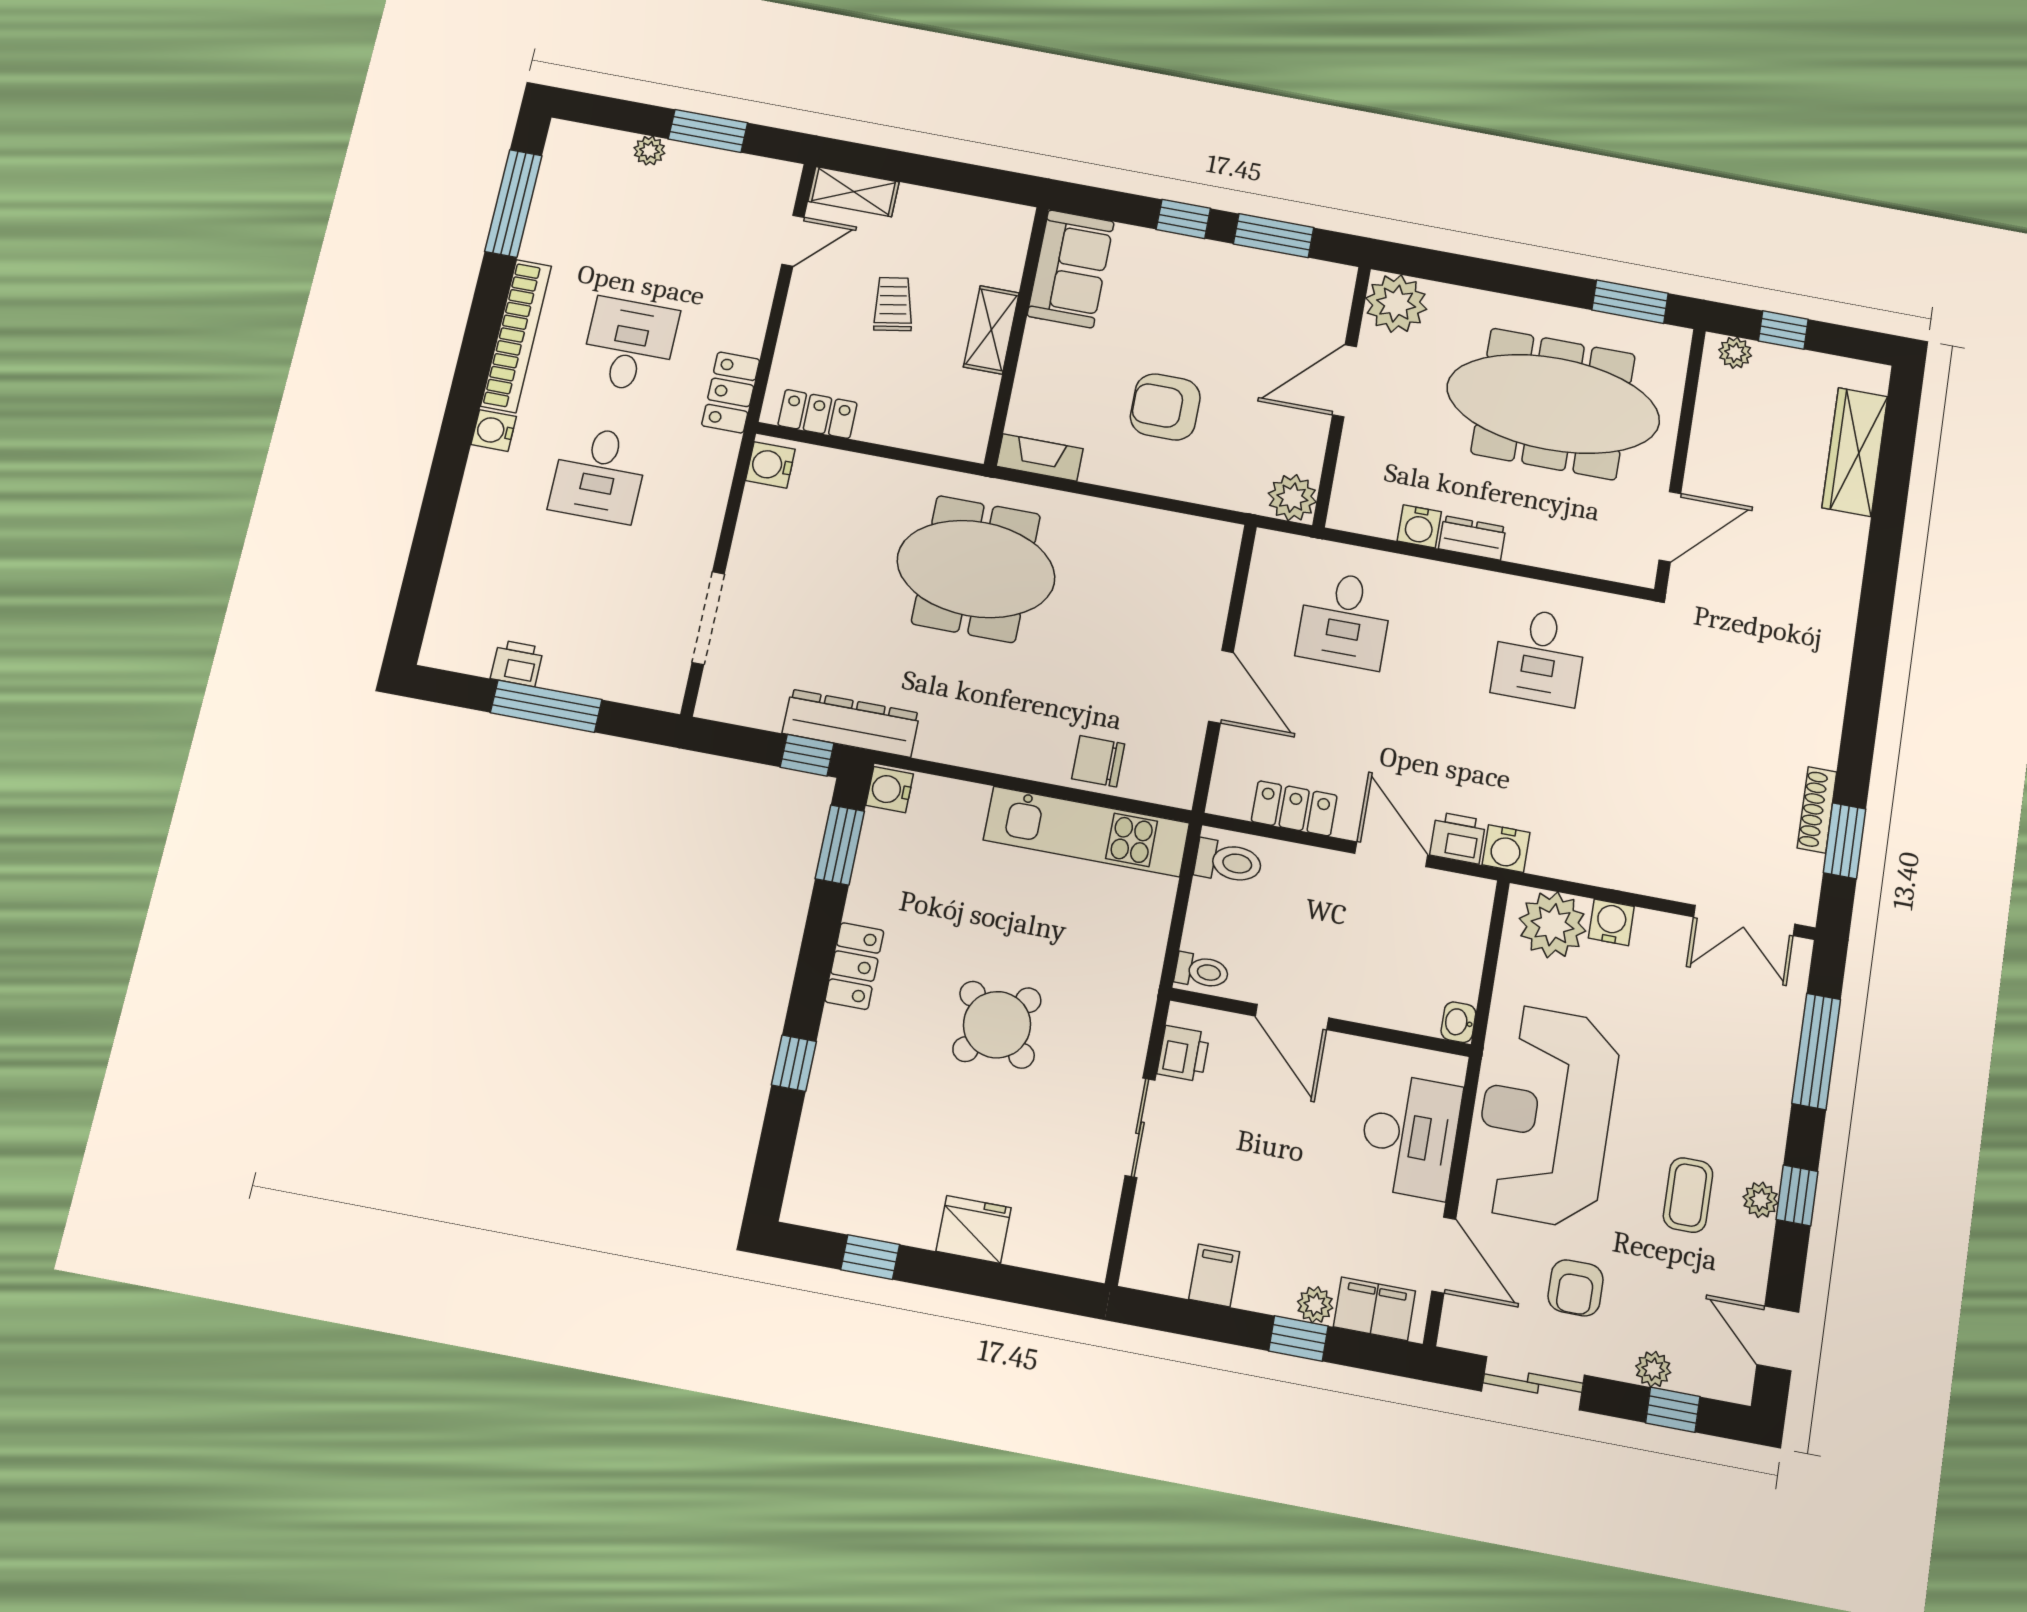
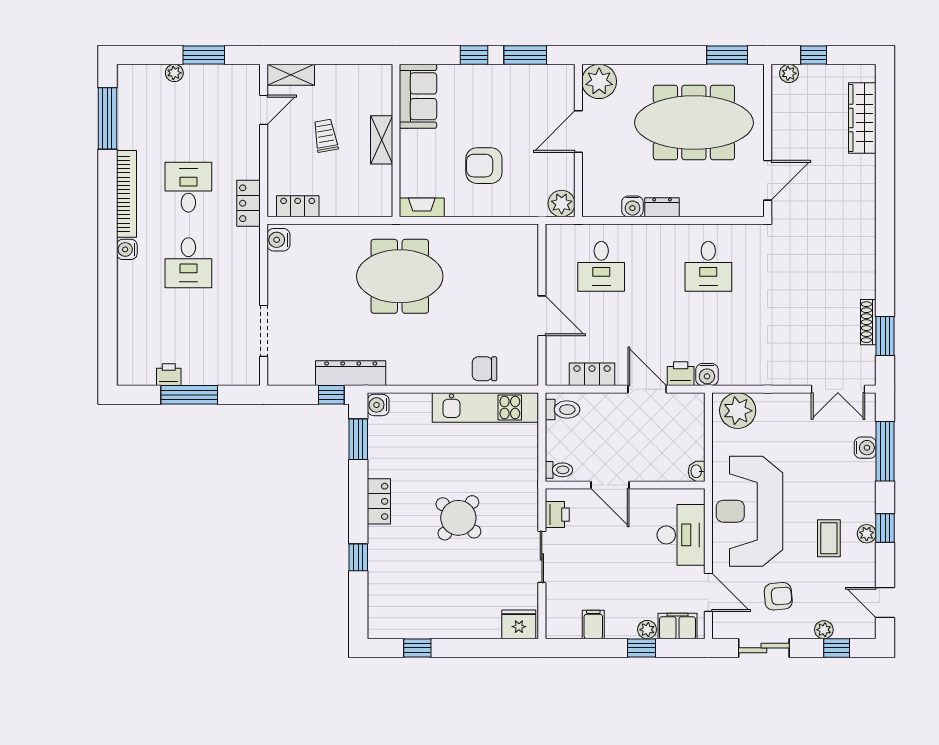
water cooler: (1611, 922) -> (865, 448), moved, turned 90
fridge: (974, 1229) -> (519, 624), moved
armchair: (1576, 1288) -> (778, 596), turned -95

